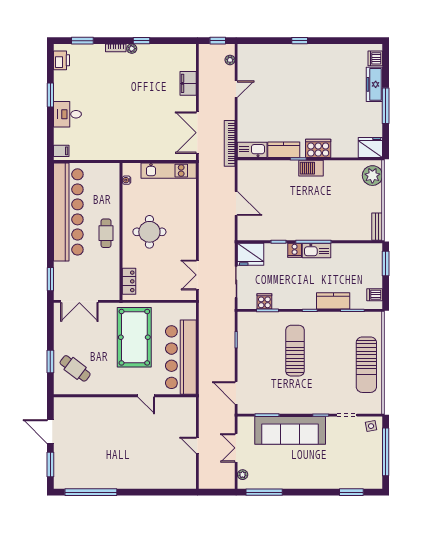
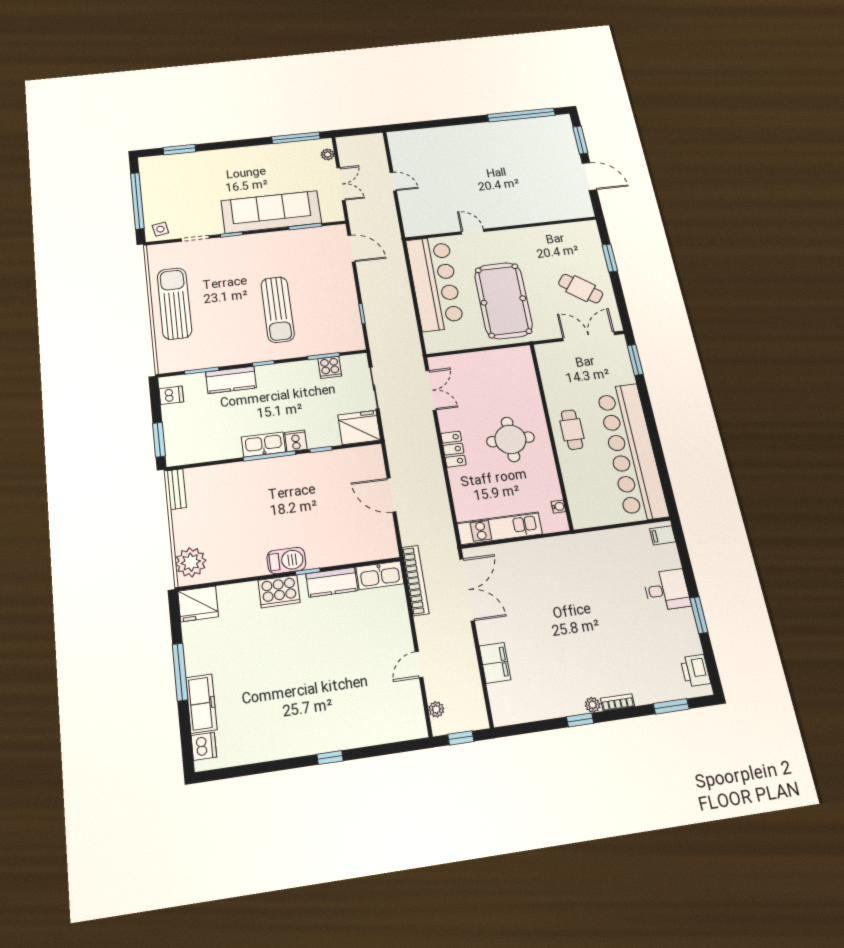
locker: (129, 281) -> (453, 449), moved, turned 180
cafe table: (75, 368) -> (581, 289), moved

